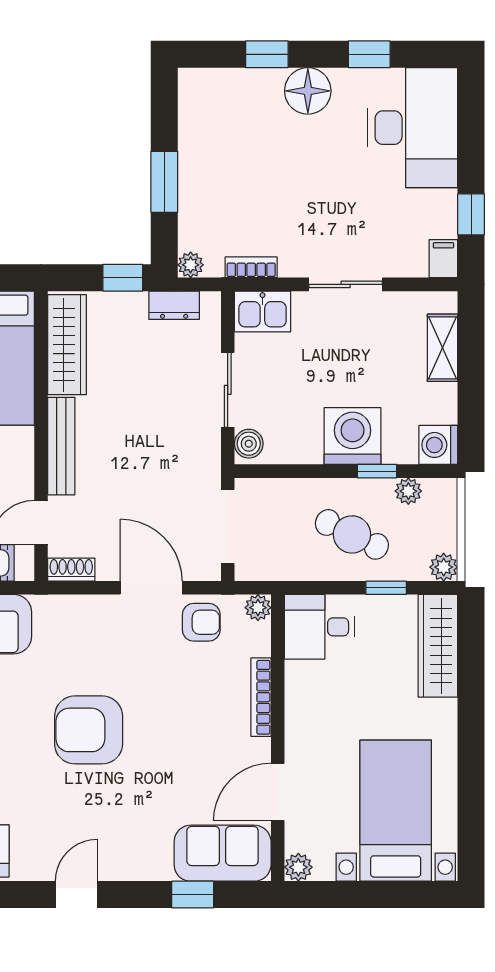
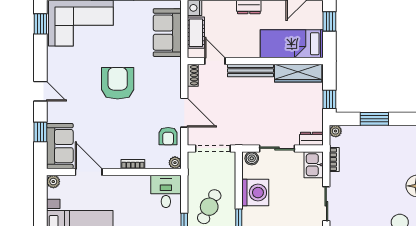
dresser: (174, 305) -> (311, 139), moved, turned 90
washing machine: (353, 436) -> (255, 193), moved
door: (151, 588) -> (184, 113), hinge flipped
bookcase: (261, 697) -> (133, 164), width x0.64
door: (76, 895) -> (40, 91), moved

